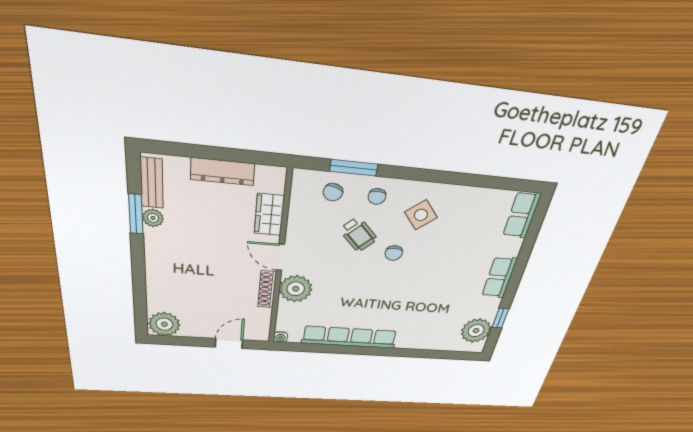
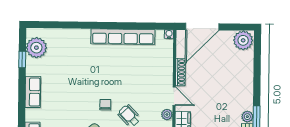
plant: (296, 289) -> (167, 115), moved, width x0.53, depth x0.53
door: (229, 343) -> (202, 27), width x1.88

